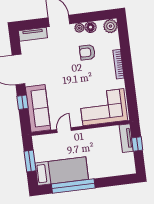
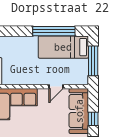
window: (30, 161) -> (93, 61), width x1.44

